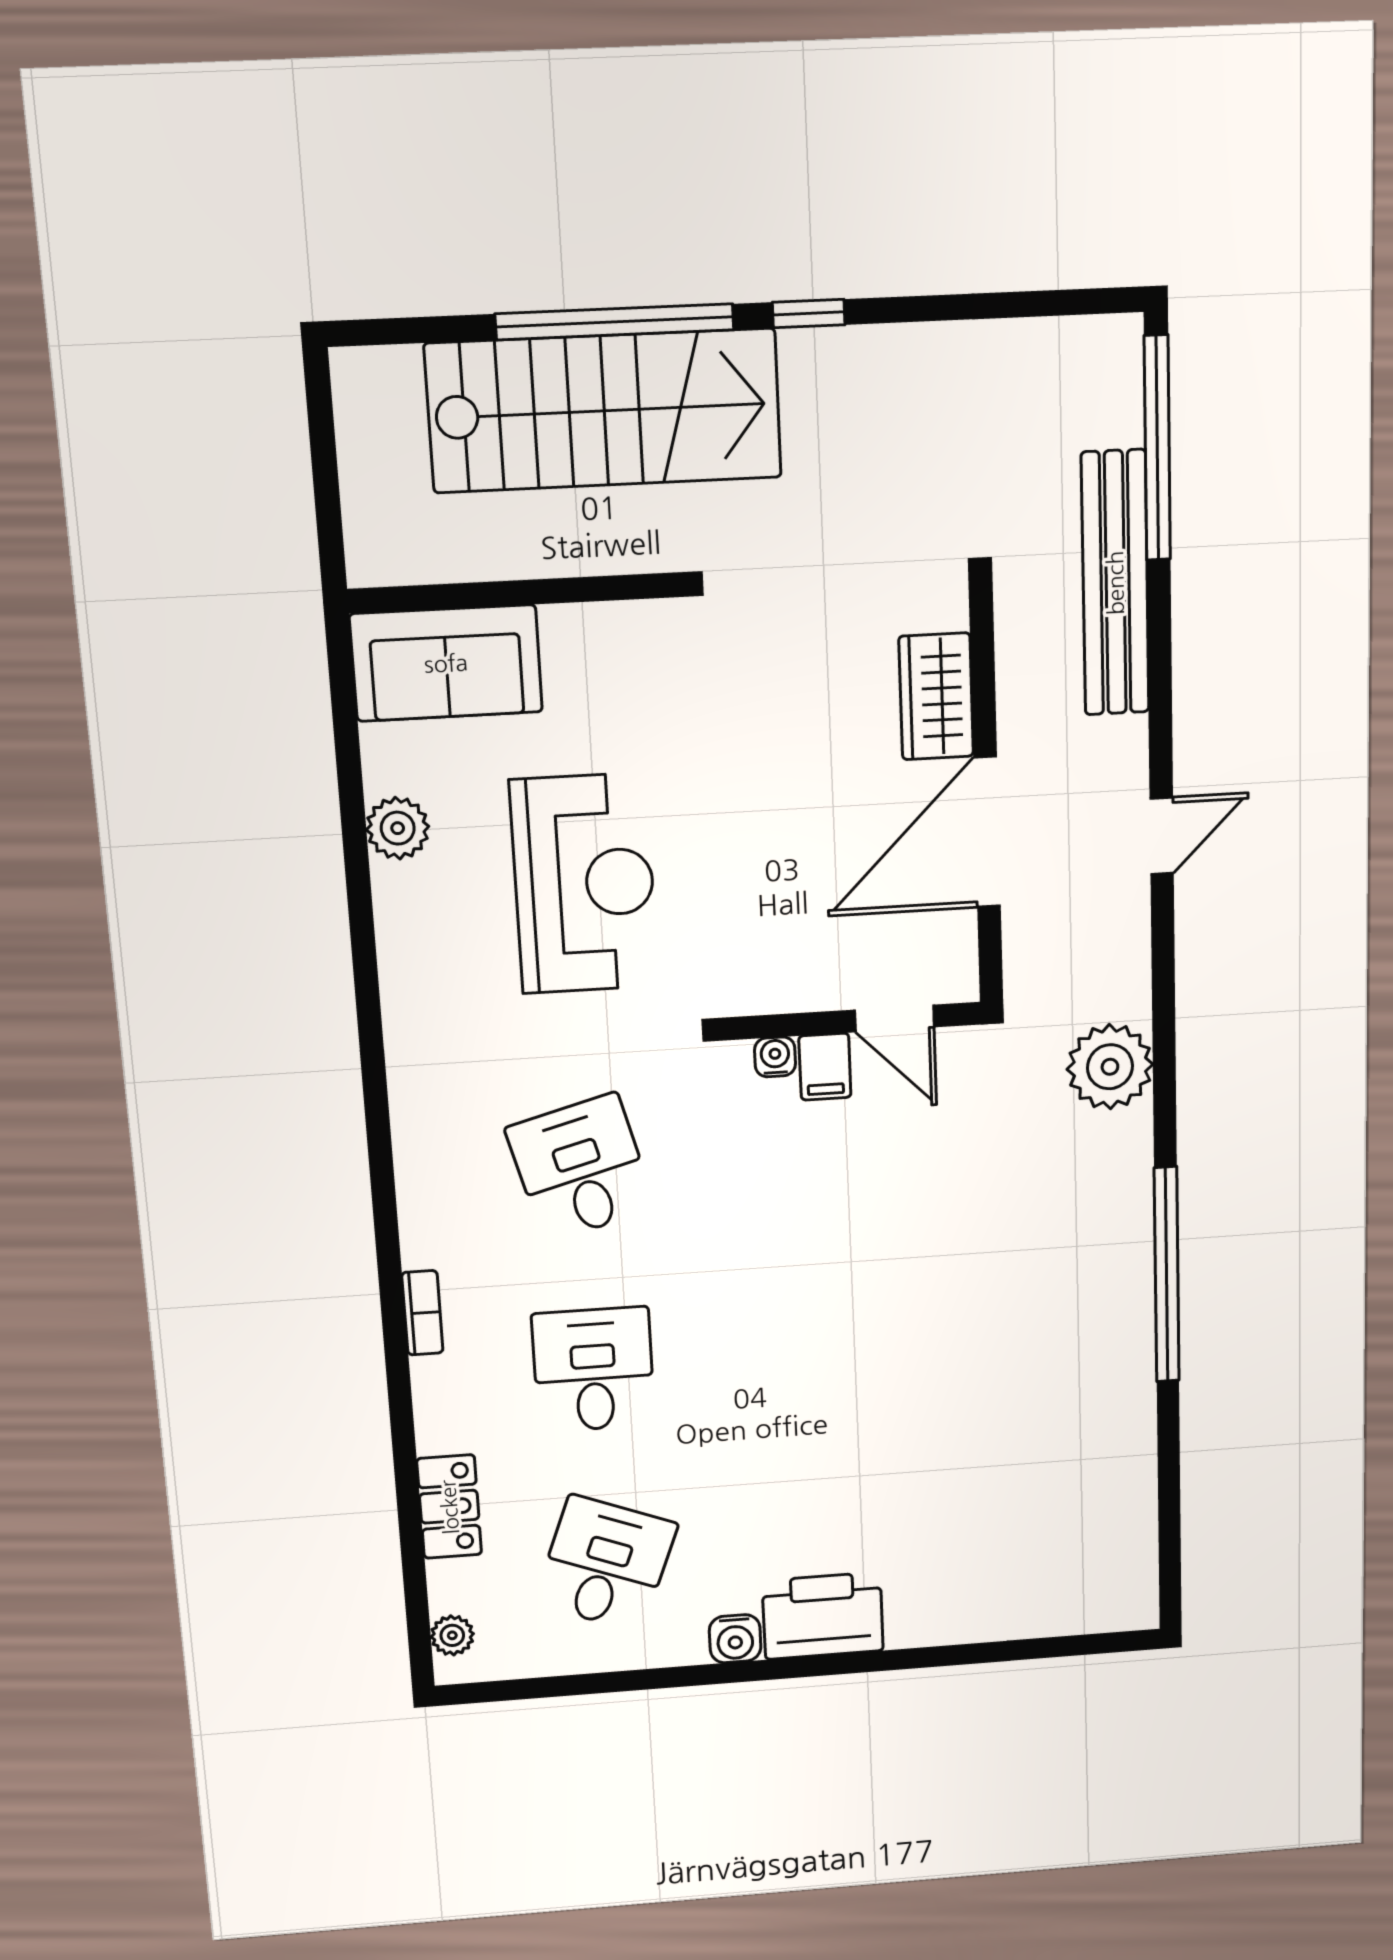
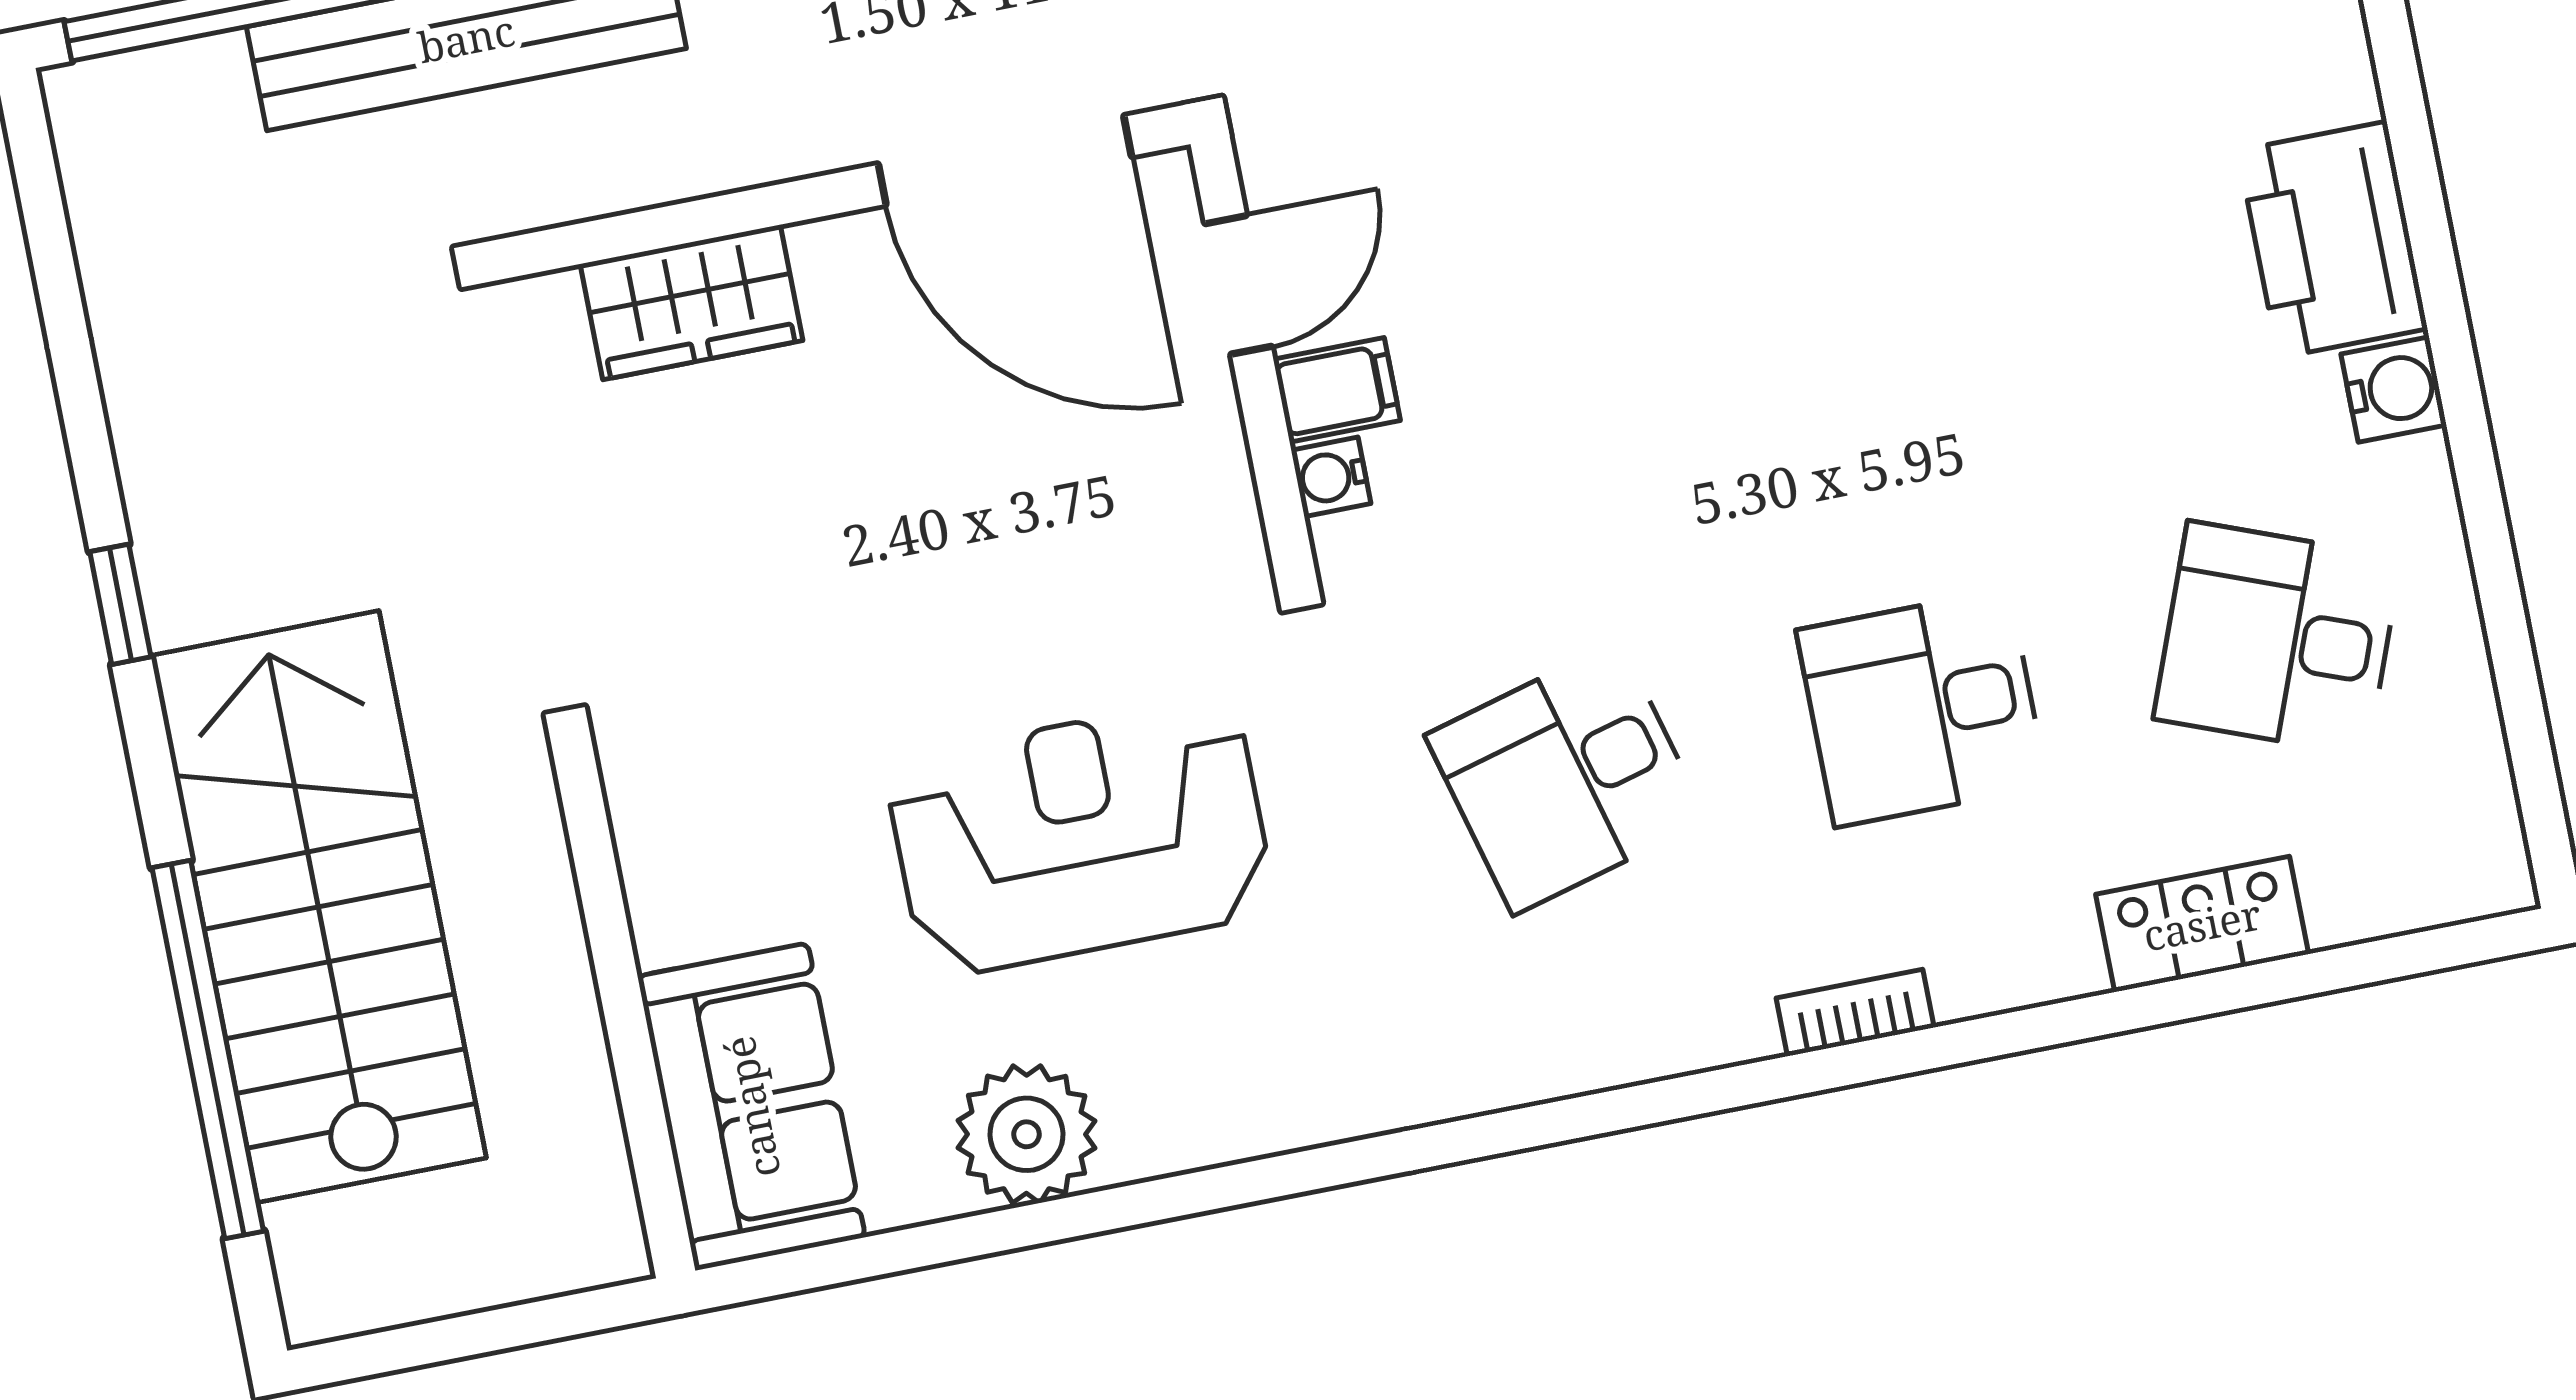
window: (615, 322) -> (208, 1050), moved
plant: (398, 828) -> (1027, 1134), width x1.36, depth x1.36
door: (987, 832) -> (1005, 160), moved
plant: (452, 1635) -> (2443, 889), removed

